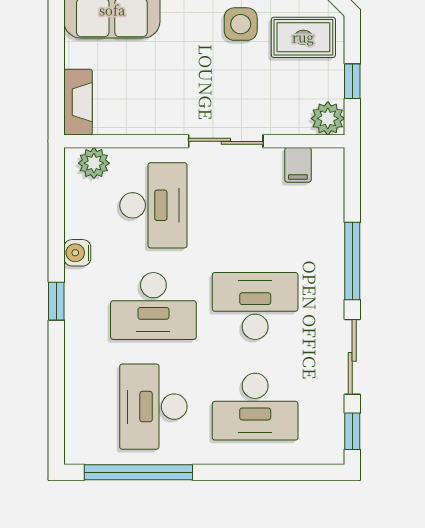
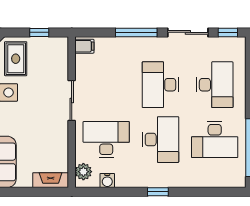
plant: (328, 118) -> (59, 46), removed
filing cabinet: (298, 165) -> (84, 46), moved
water cooler: (77, 253) -> (107, 181), moved

